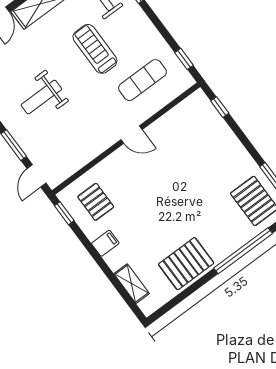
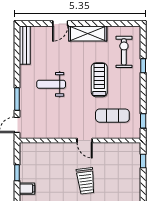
trolley: (169, 182) -> (86, 181), added
pallet: (96, 202) -> (38, 162), removed
window: (64, 213) -> (17, 173), moved

